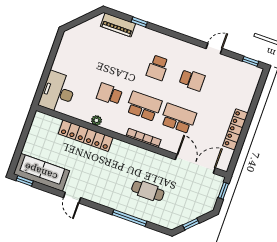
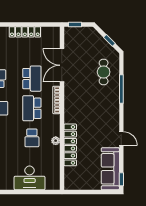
desk: (58, 92) -> (30, 178), moved
school desk: (178, 118) -> (32, 79), turned 180
double door: (195, 164) -> (62, 65), moved
cafe table: (148, 191) -> (104, 72), moved
door: (72, 198) -> (121, 138), hinge flipped

